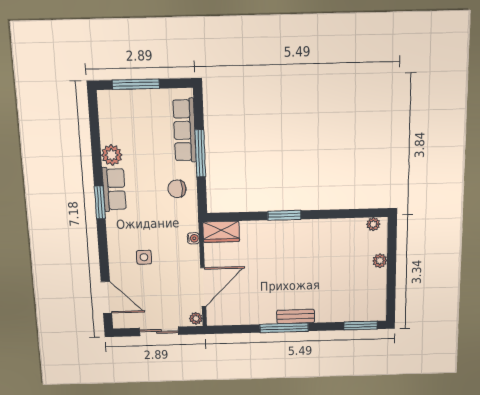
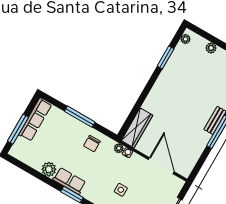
row of seats: (185, 130) -> (35, 120), moved, turned -90
window: (284, 215) -> (166, 57), moved
wardrobe: (221, 232) -> (137, 128), width x1.50
plant: (196, 318) -> (119, 148), moved

